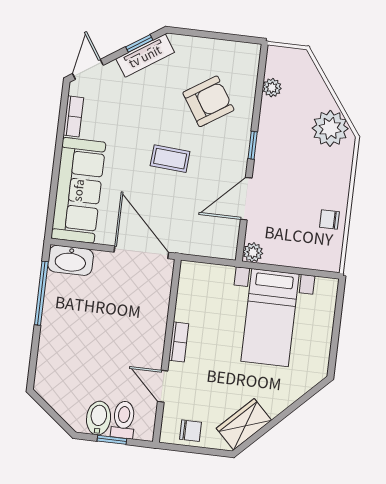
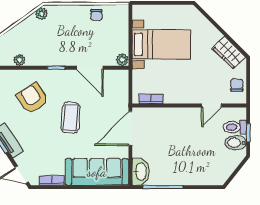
plant: (330, 128) -> (41, 14), width x0.53, depth x0.53
coffee table: (170, 159) -> (71, 118), width x1.36, depth x1.30
bookcase: (179, 342) -> (151, 99), moved

